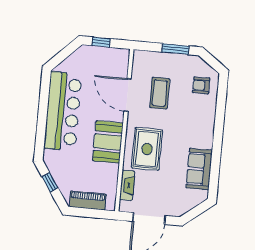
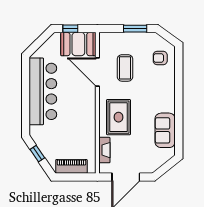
booth: (108, 142) -> (78, 44), moved, turned 90

